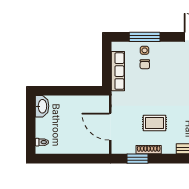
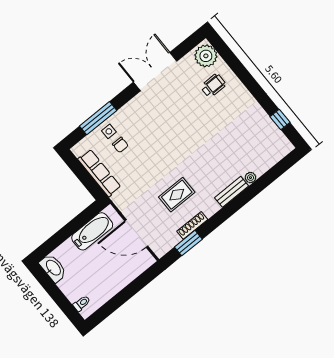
bathtub: (84, 103) -> (92, 231), added

